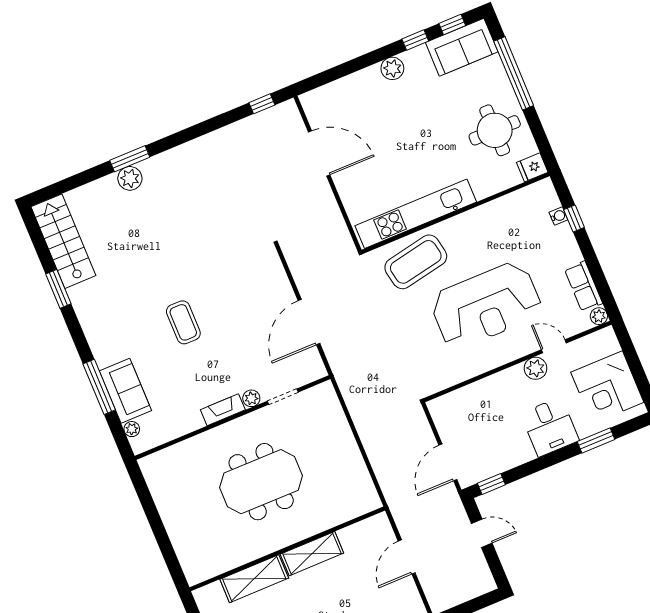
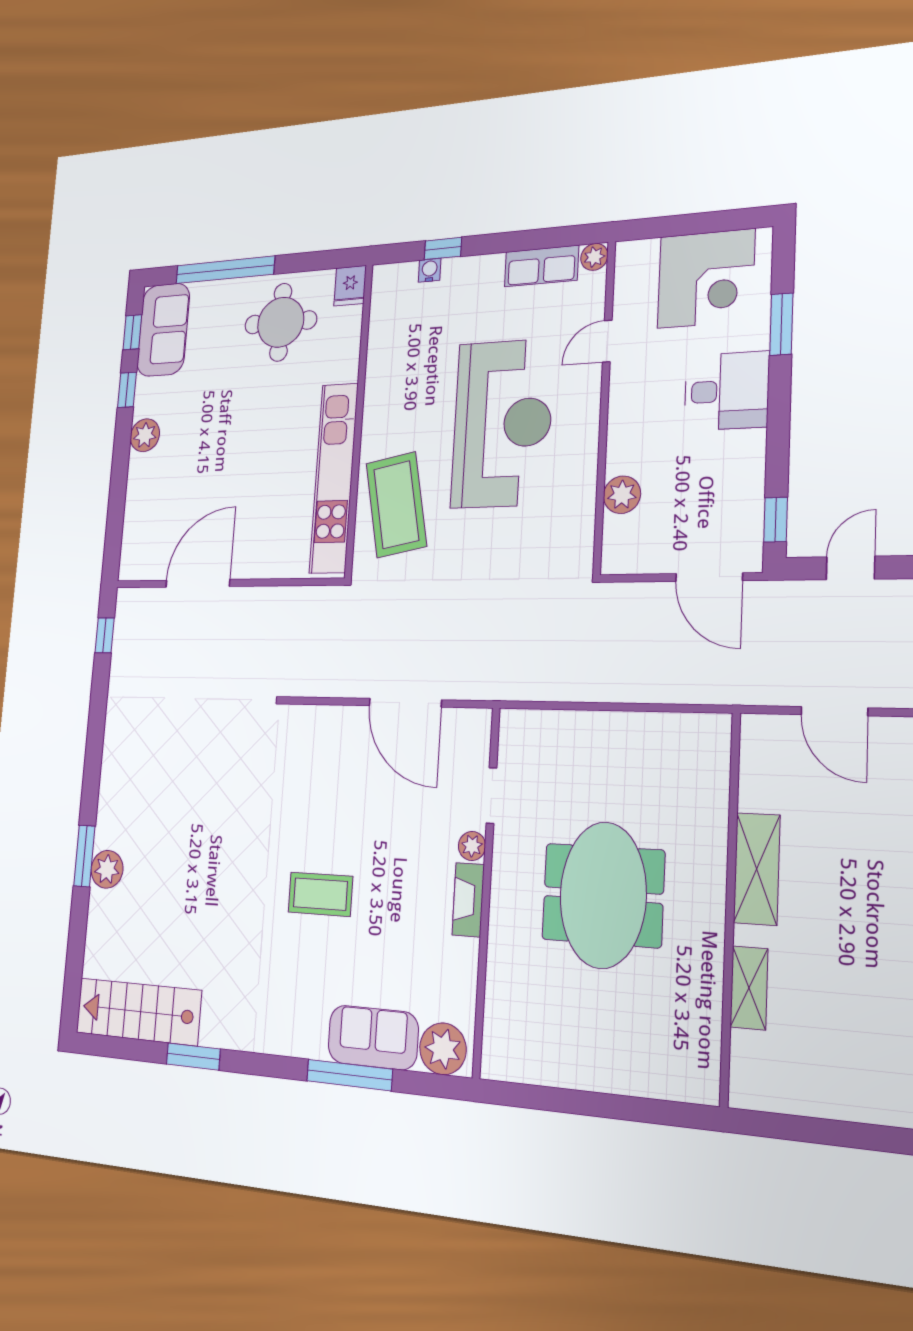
plant: (536, 368) -> (622, 495), moved
plant: (132, 429) -> (443, 1049), width x1.88, depth x1.88
shelving: (254, 579) -> (749, 988), width x0.67, depth x0.75

